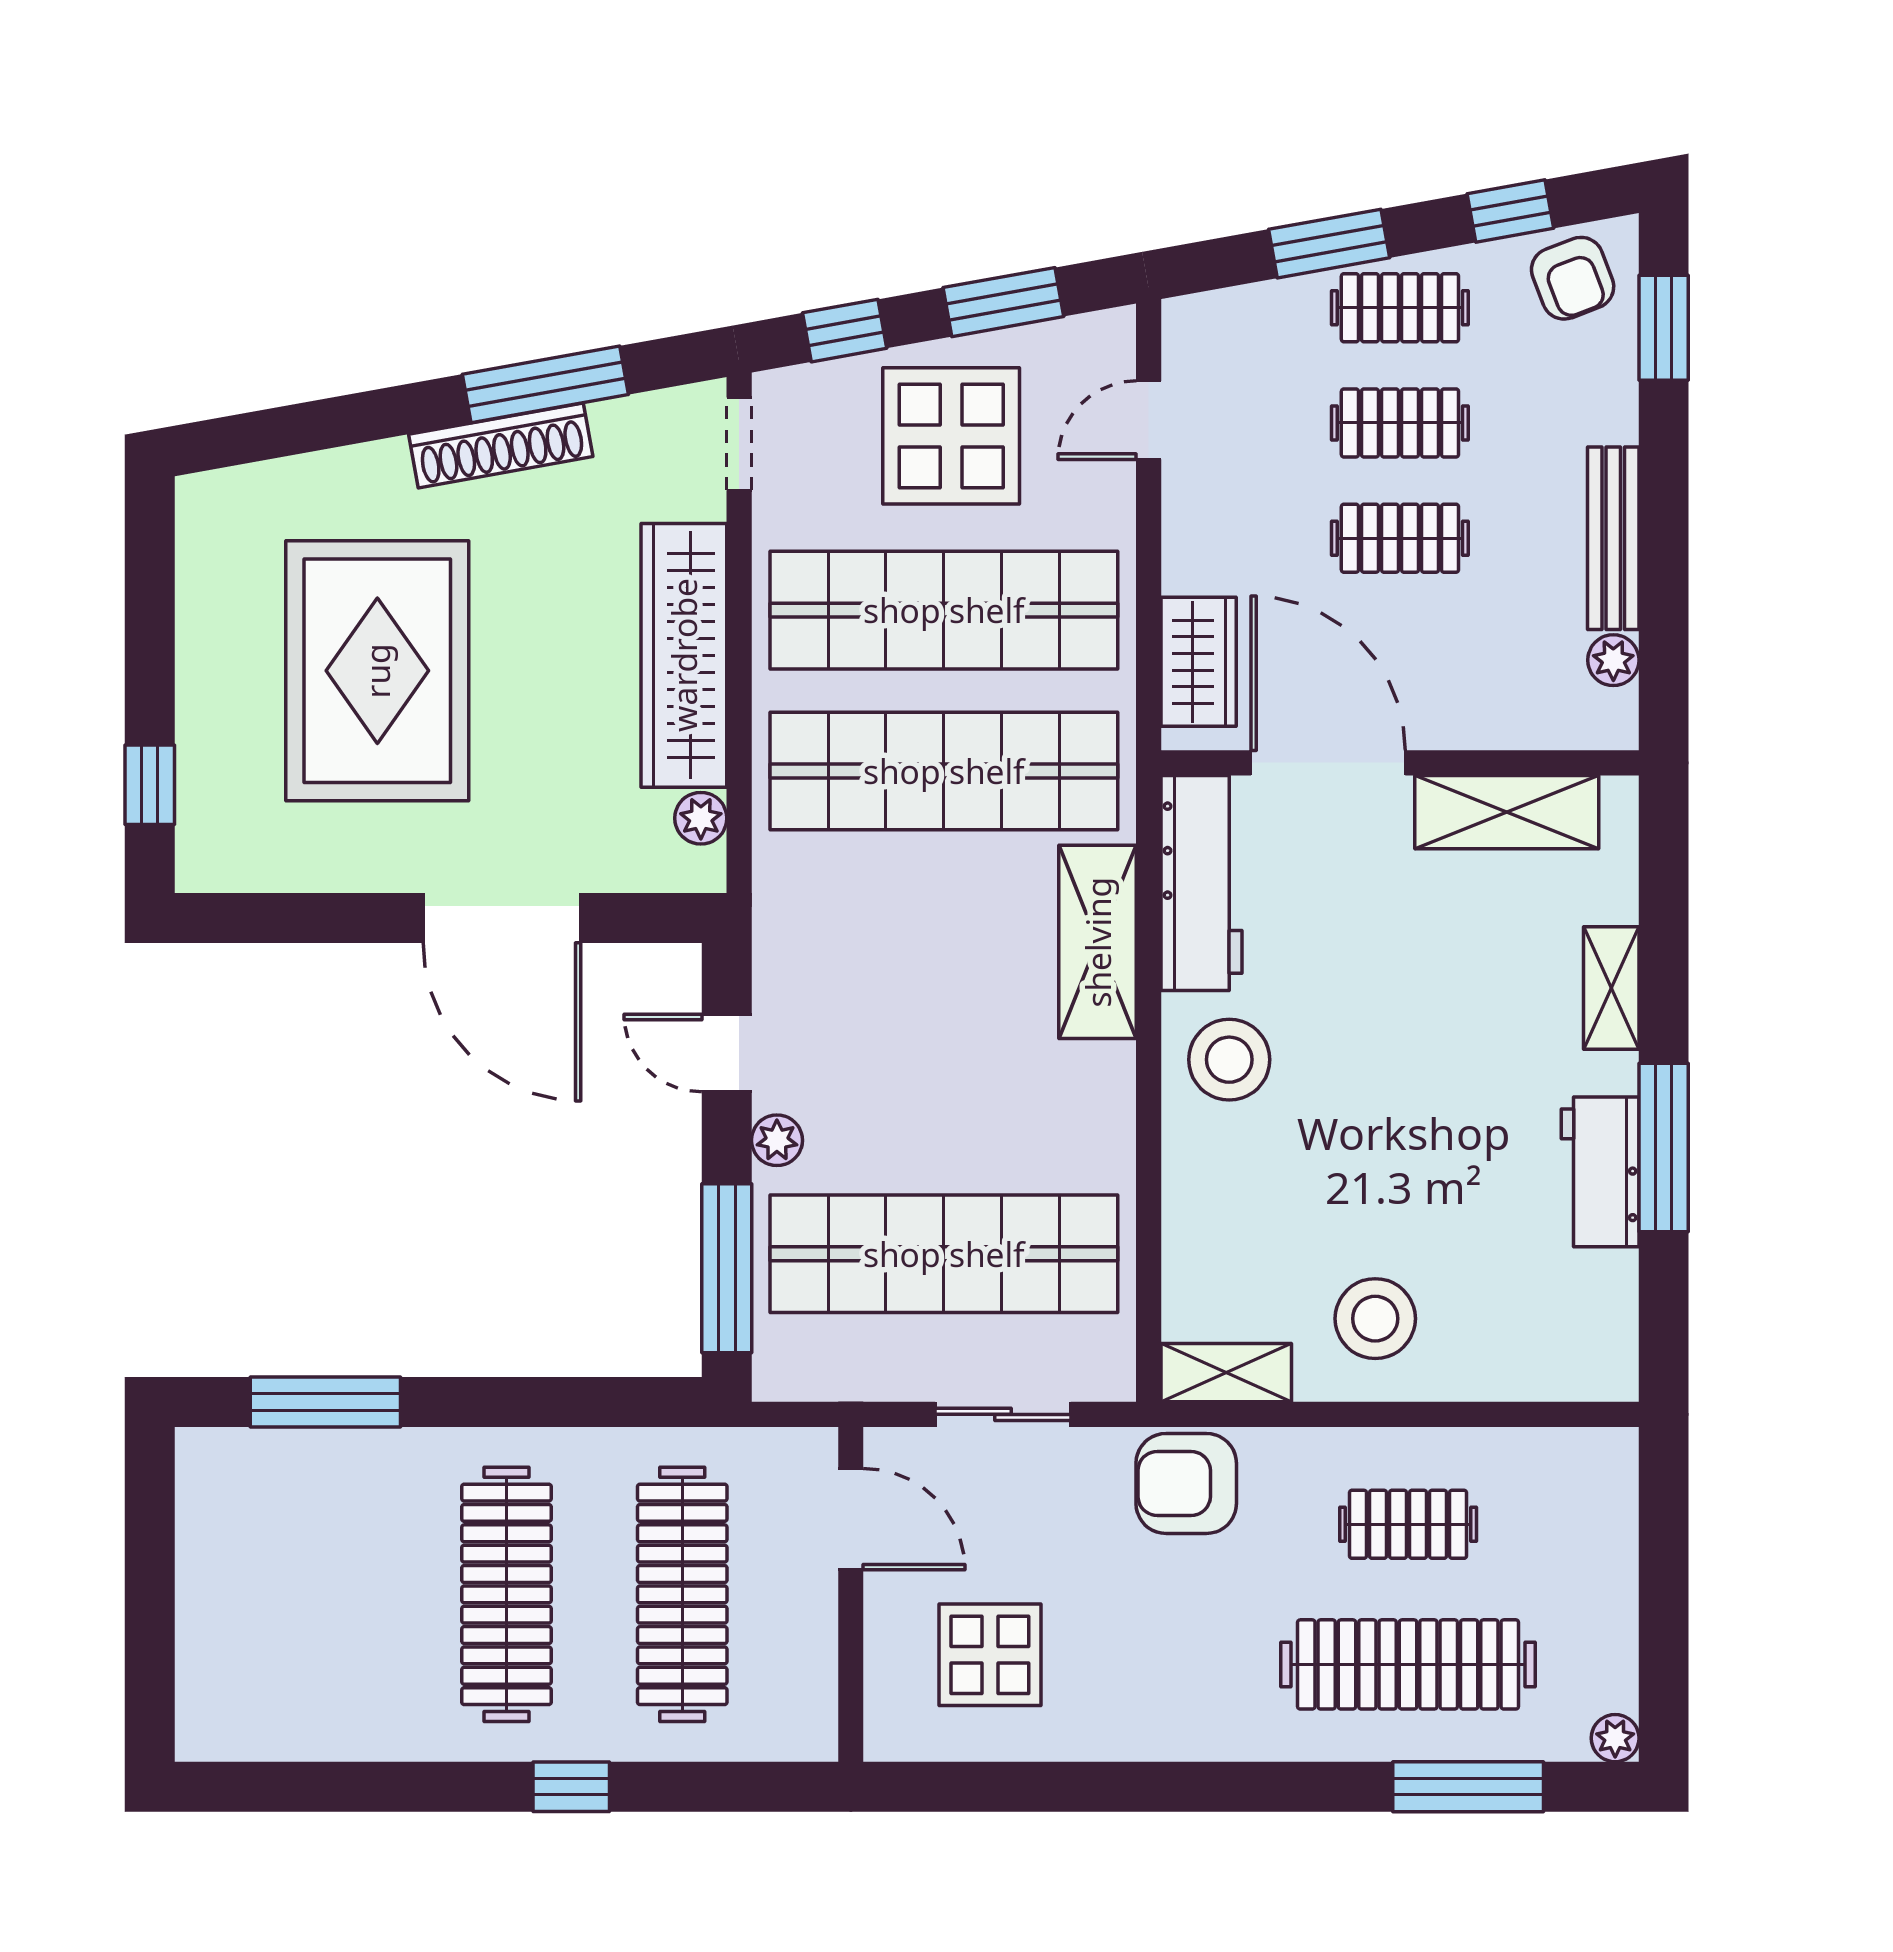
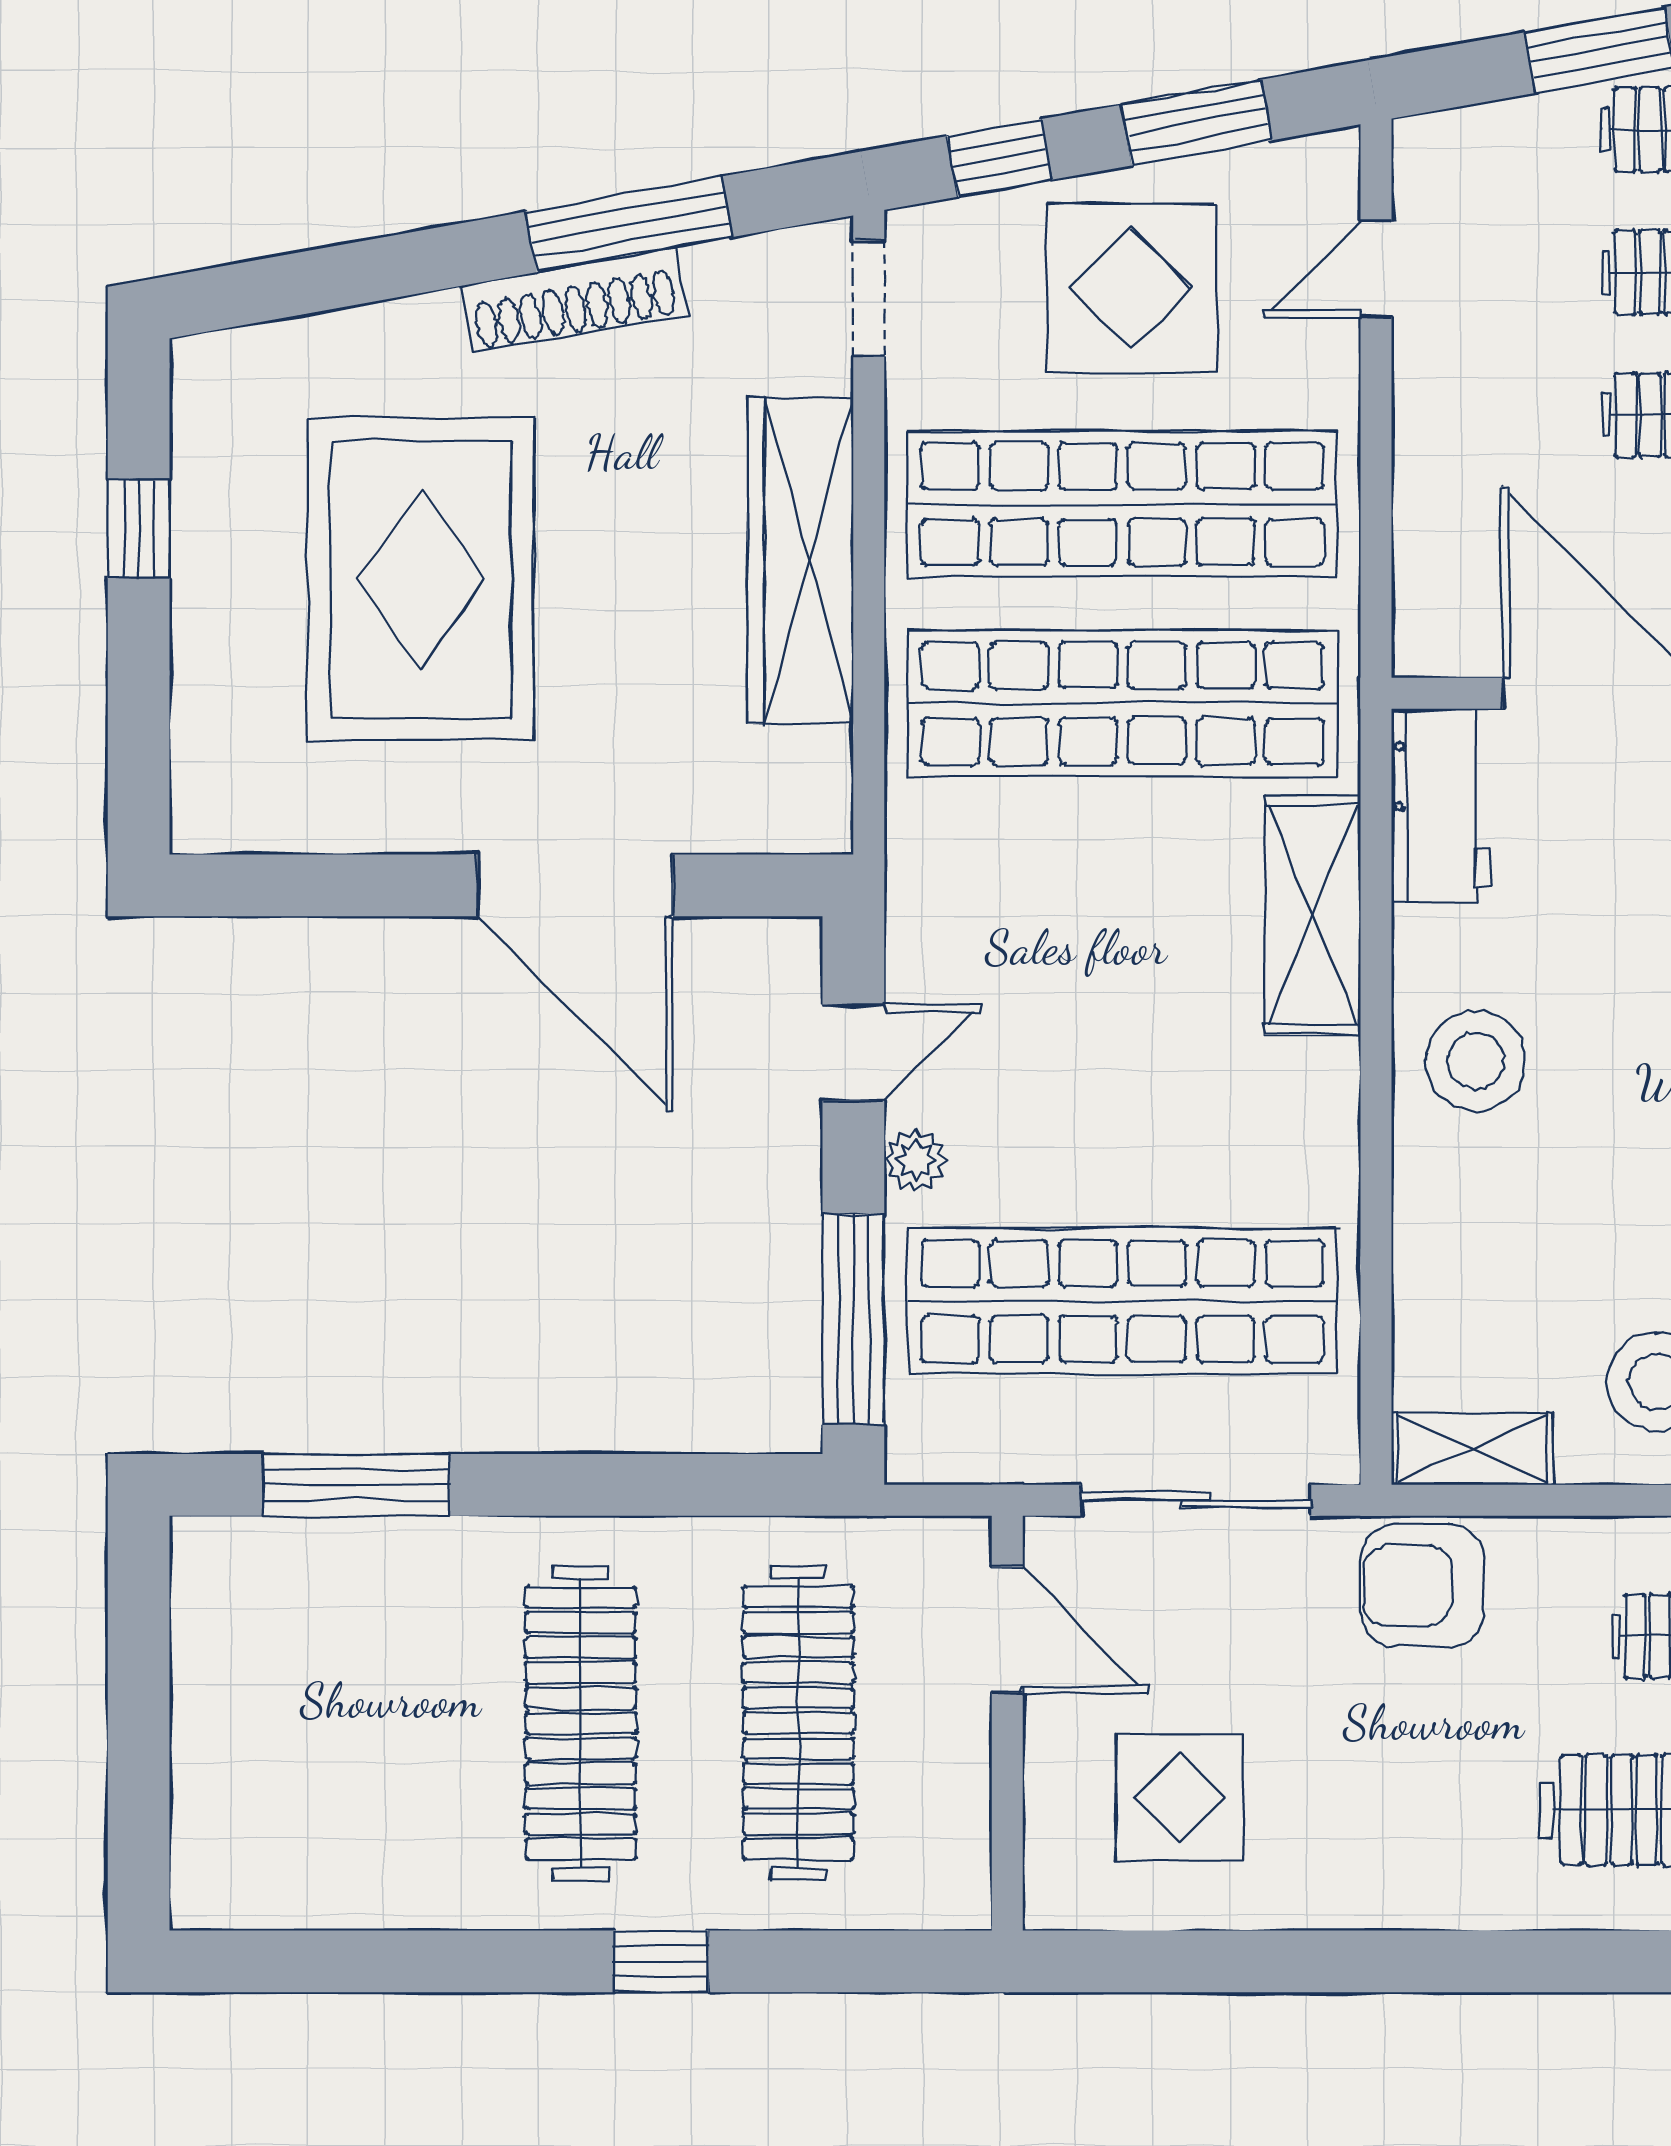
wardrobe: (1199, 662) -> (1438, 568), removed
window: (150, 785) -> (139, 529), moved
plant: (701, 818) -> (821, 762), removed
workbench: (1202, 883) -> (1441, 806), width x0.73
door: (727, 1053) -> (853, 1053), swing flipped
sliding door: (1003, 1414) -> (1196, 1500), width x1.37

